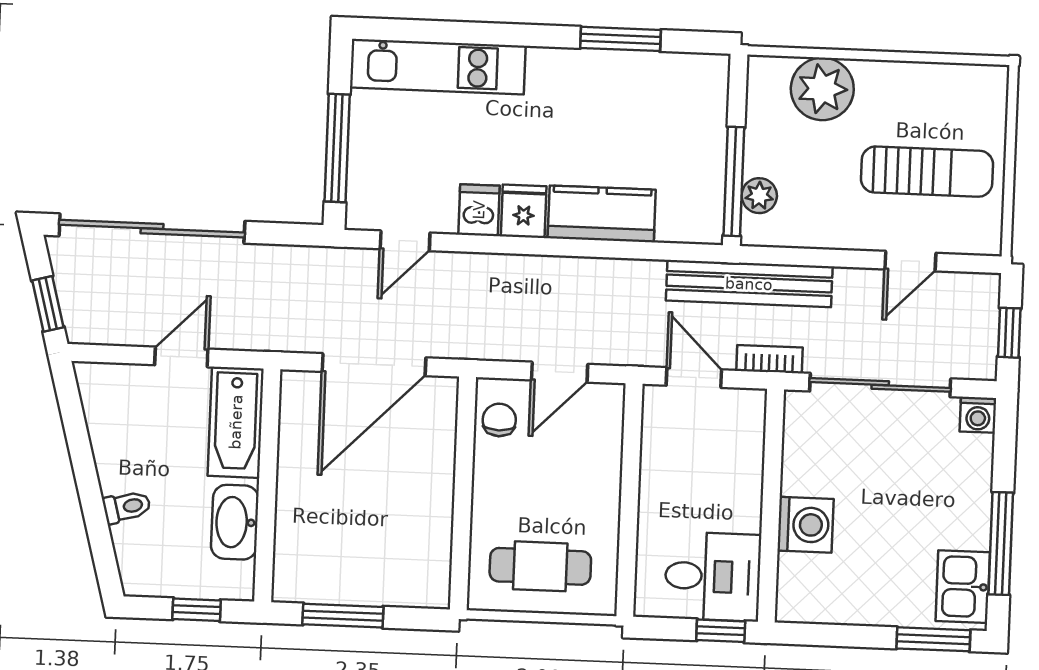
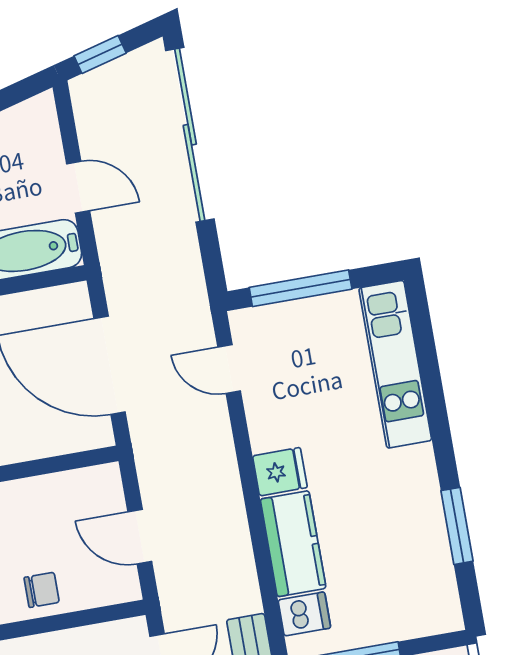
dishwasher: (479, 210) -> (304, 614), moved
chair: (499, 420) -> (42, 590), moved

